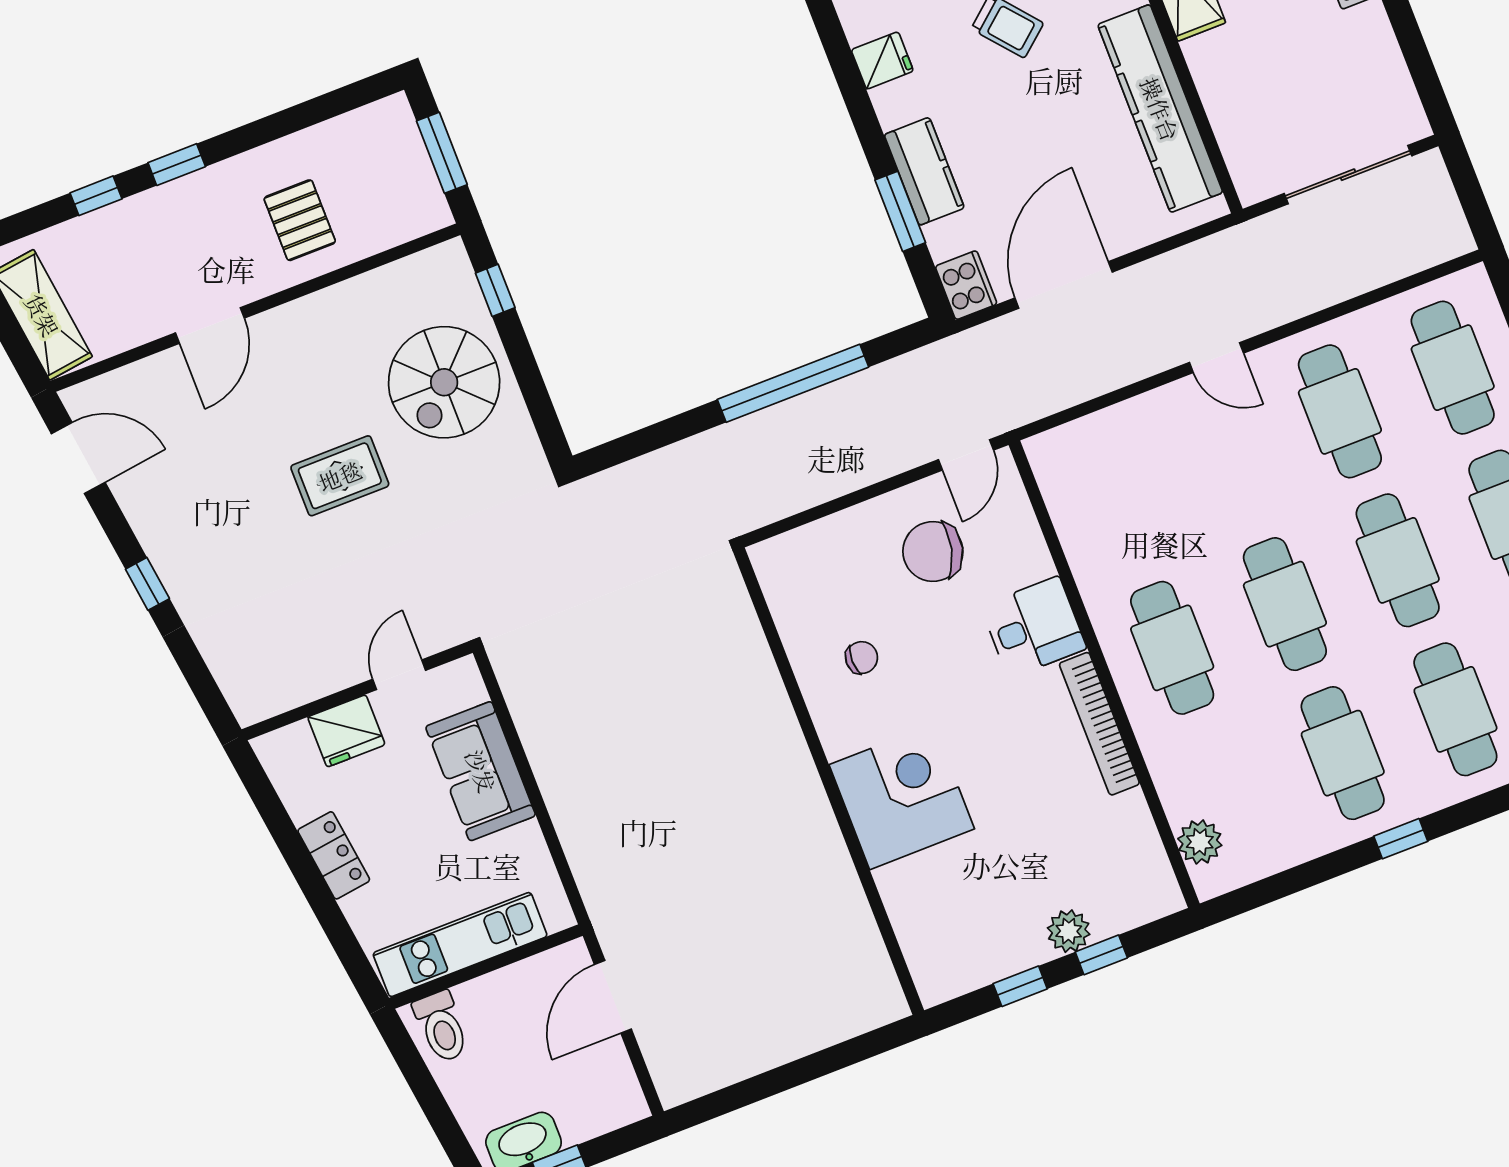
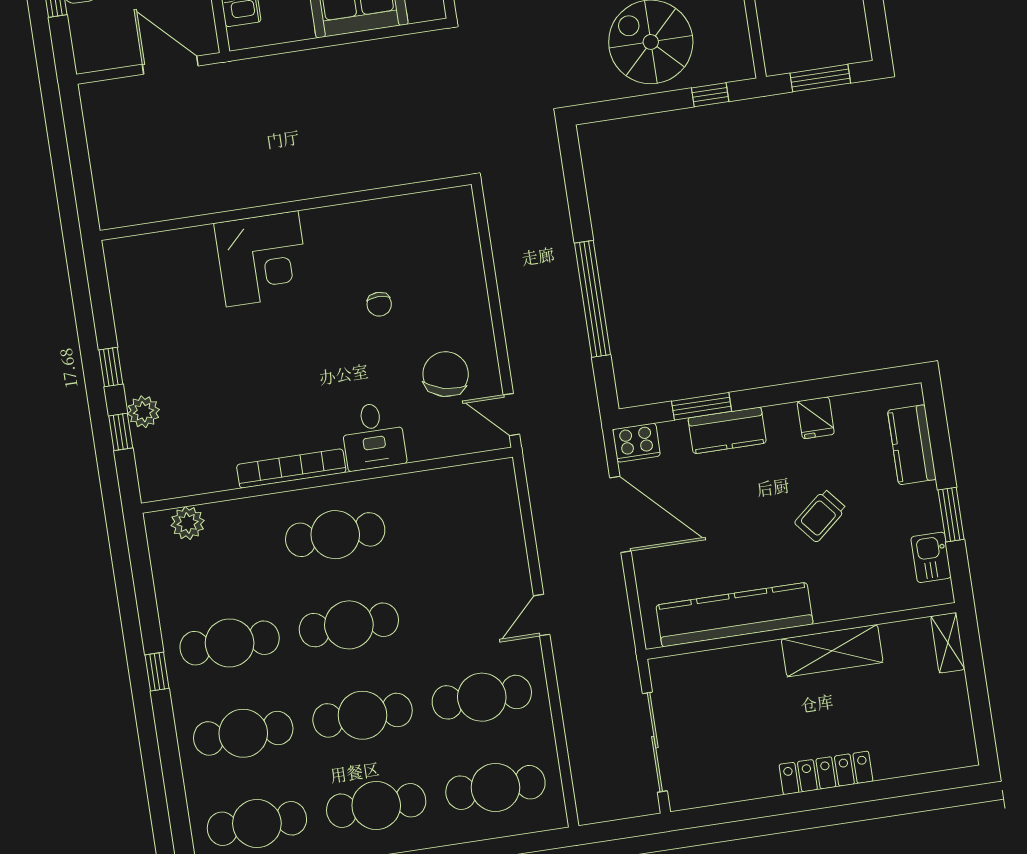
wall: (829, 781) -> (286, 207), moved
corner desk: (902, 797) -> (262, 259), moved

